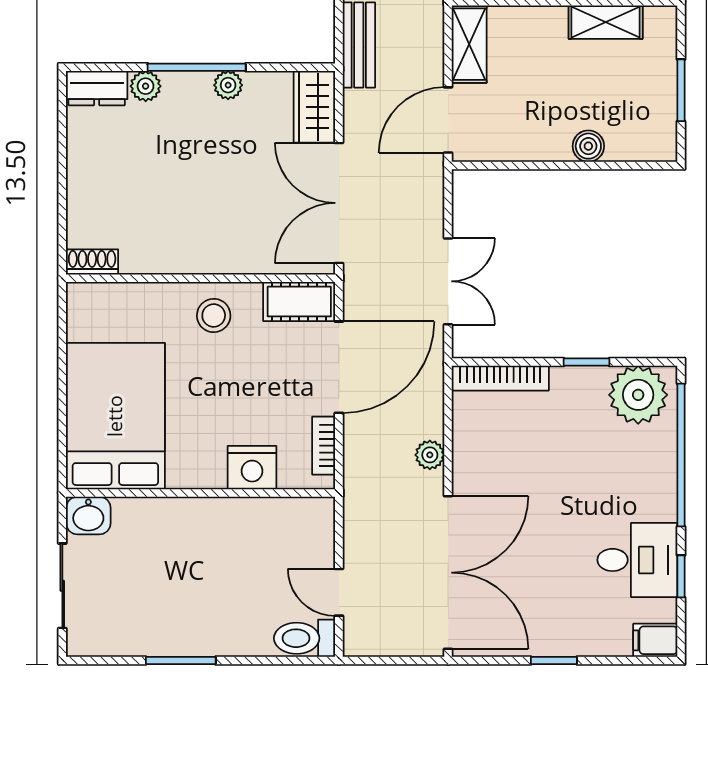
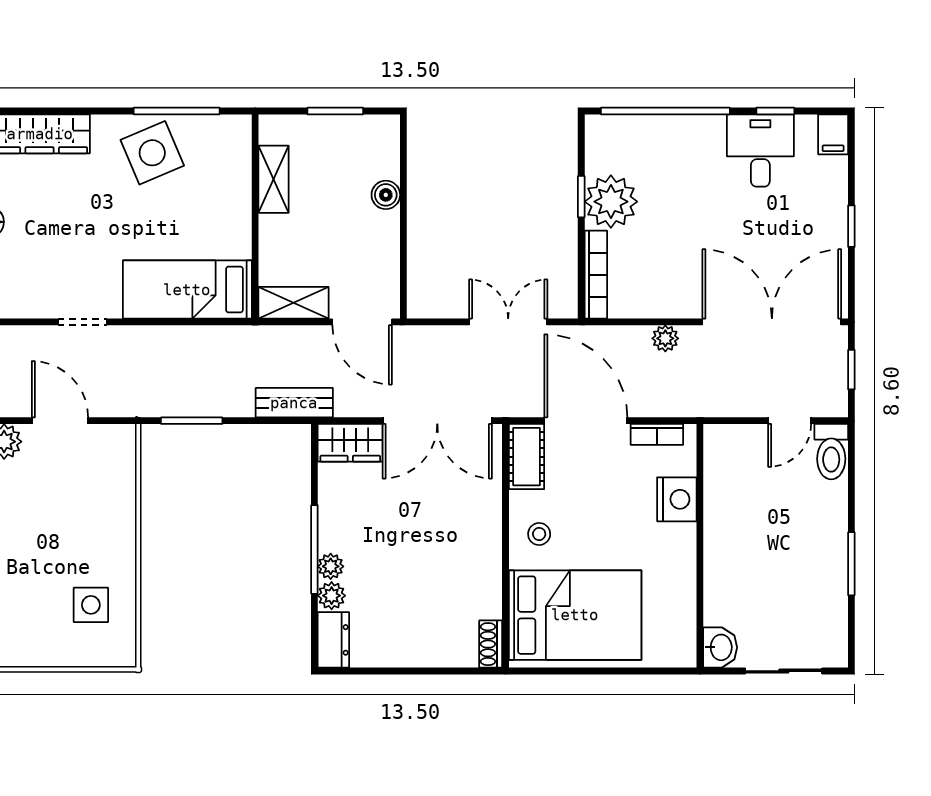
plant: (228, 85) -> (331, 566), moved
stool: (214, 315) -> (539, 534), width x0.73, depth x0.73
plant: (638, 395) -> (611, 202), moved
bed: (115, 416) -> (575, 615), moved, turned 180
window: (395, 660) -> (851, 370), added

